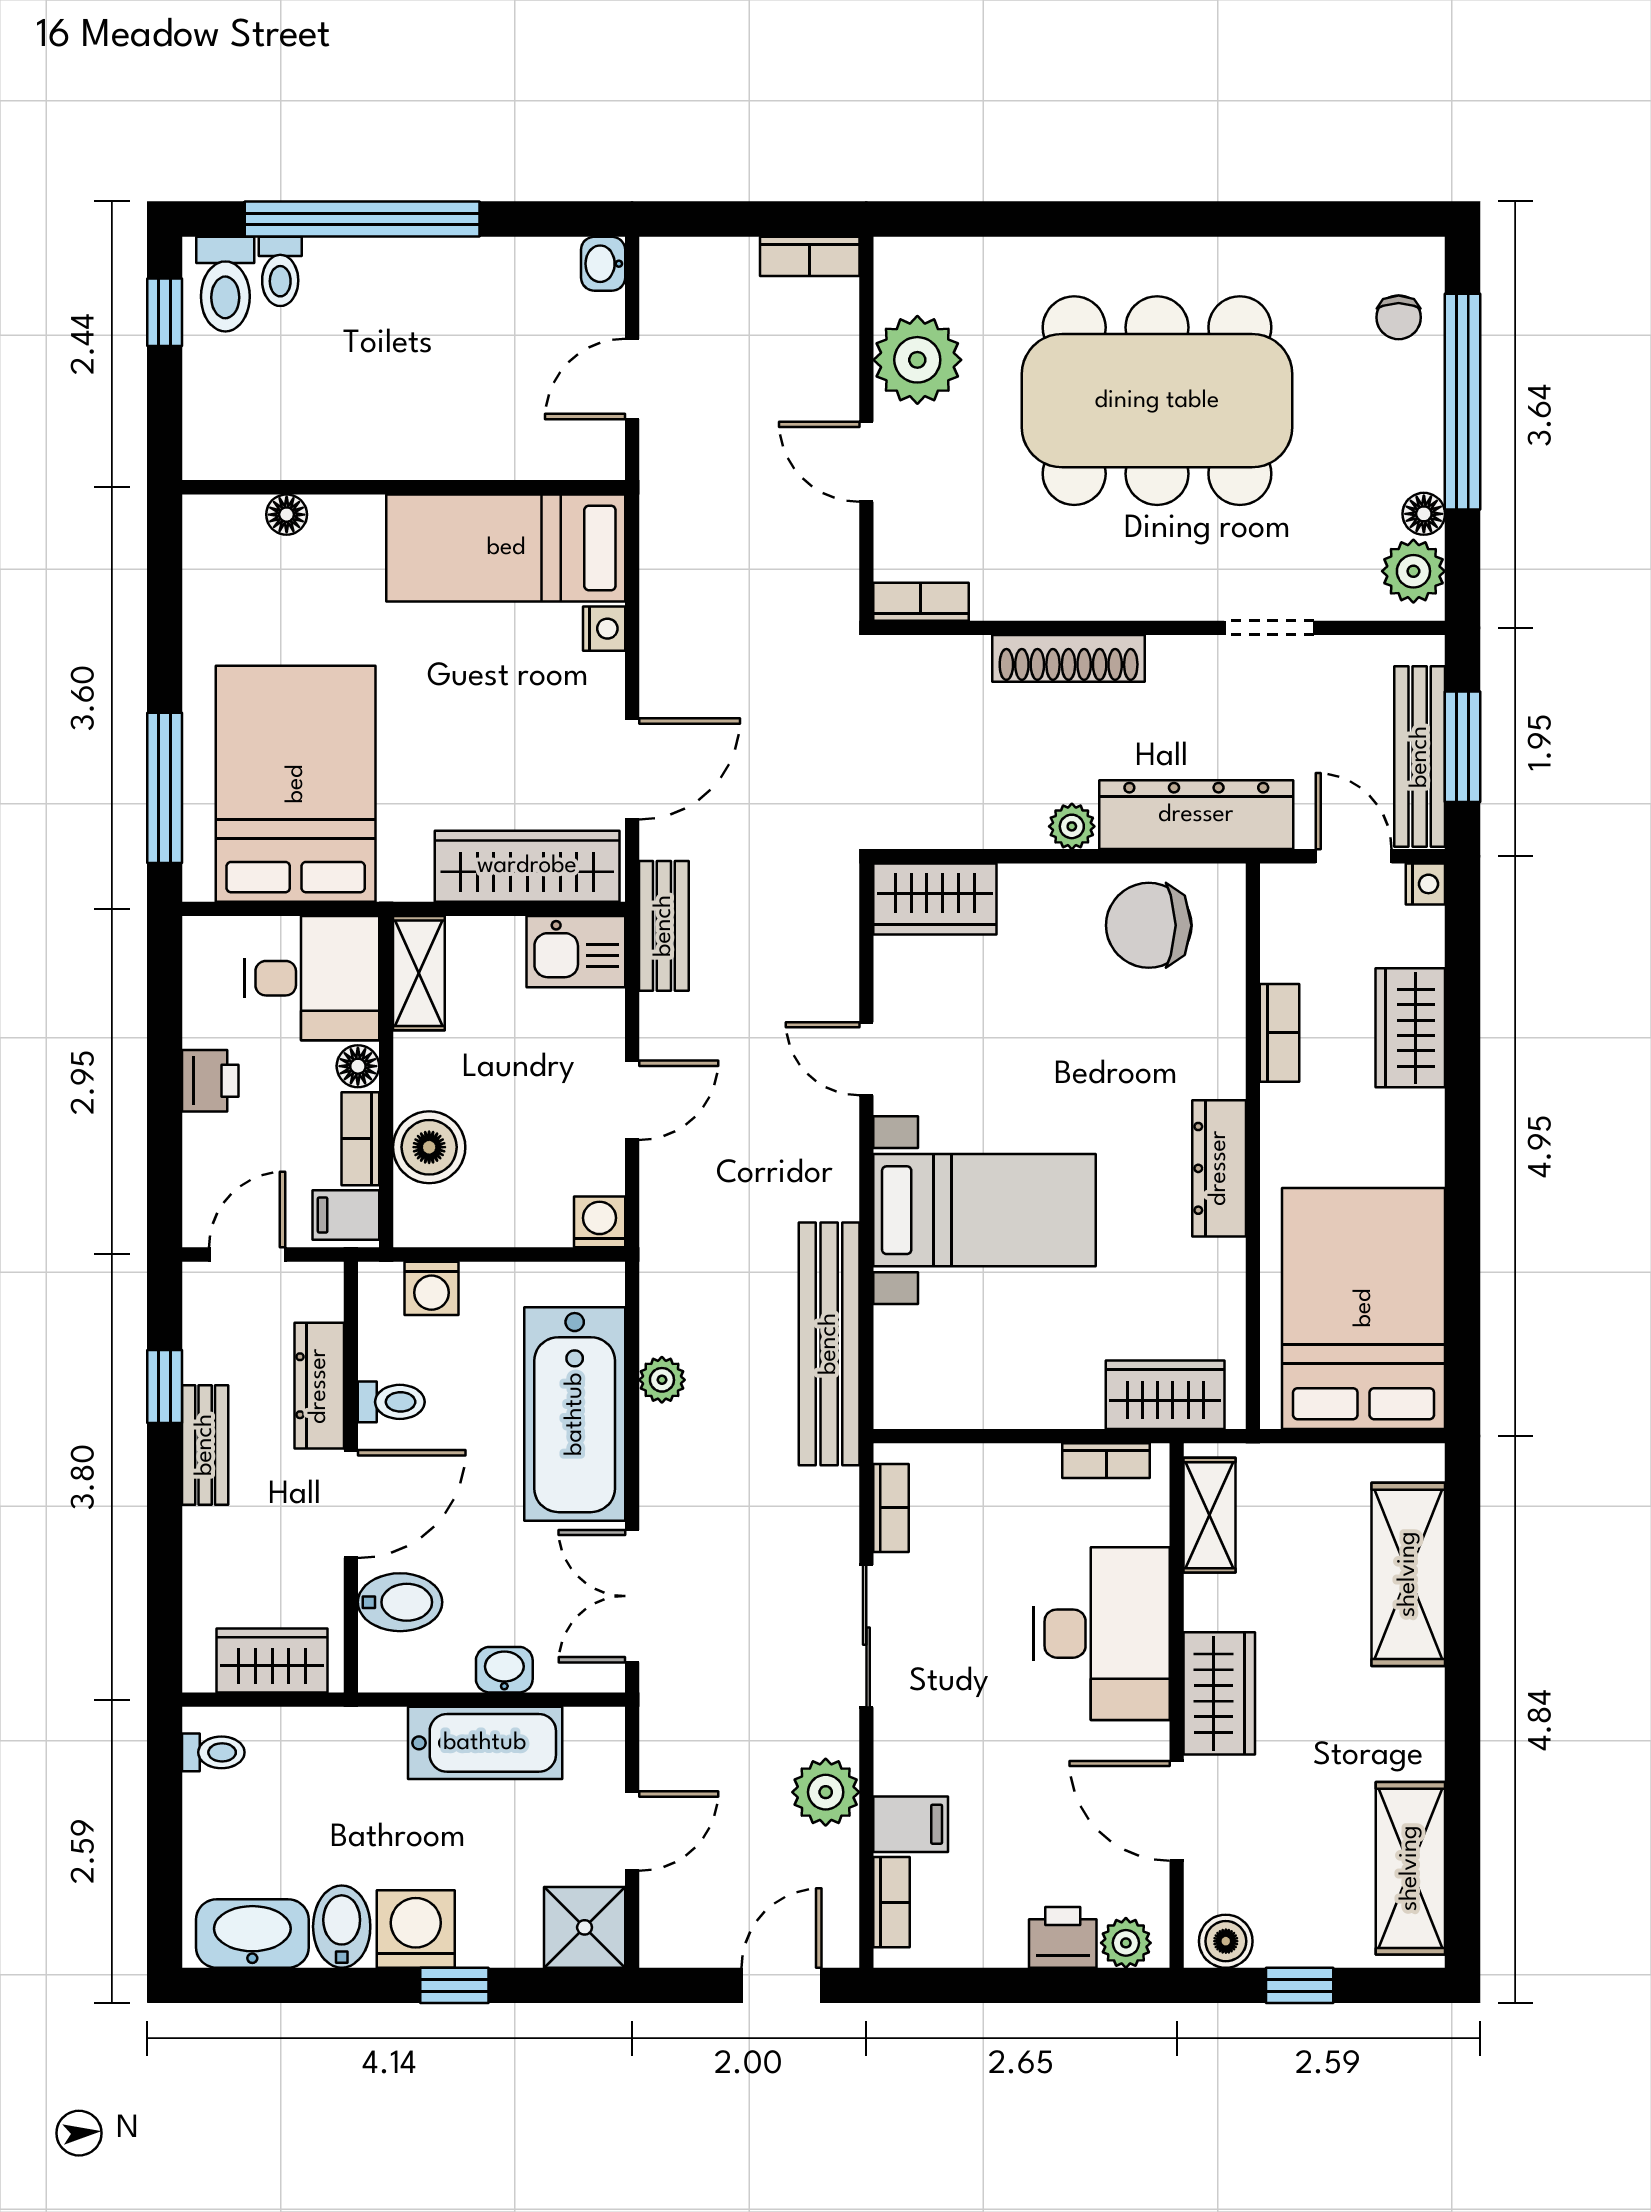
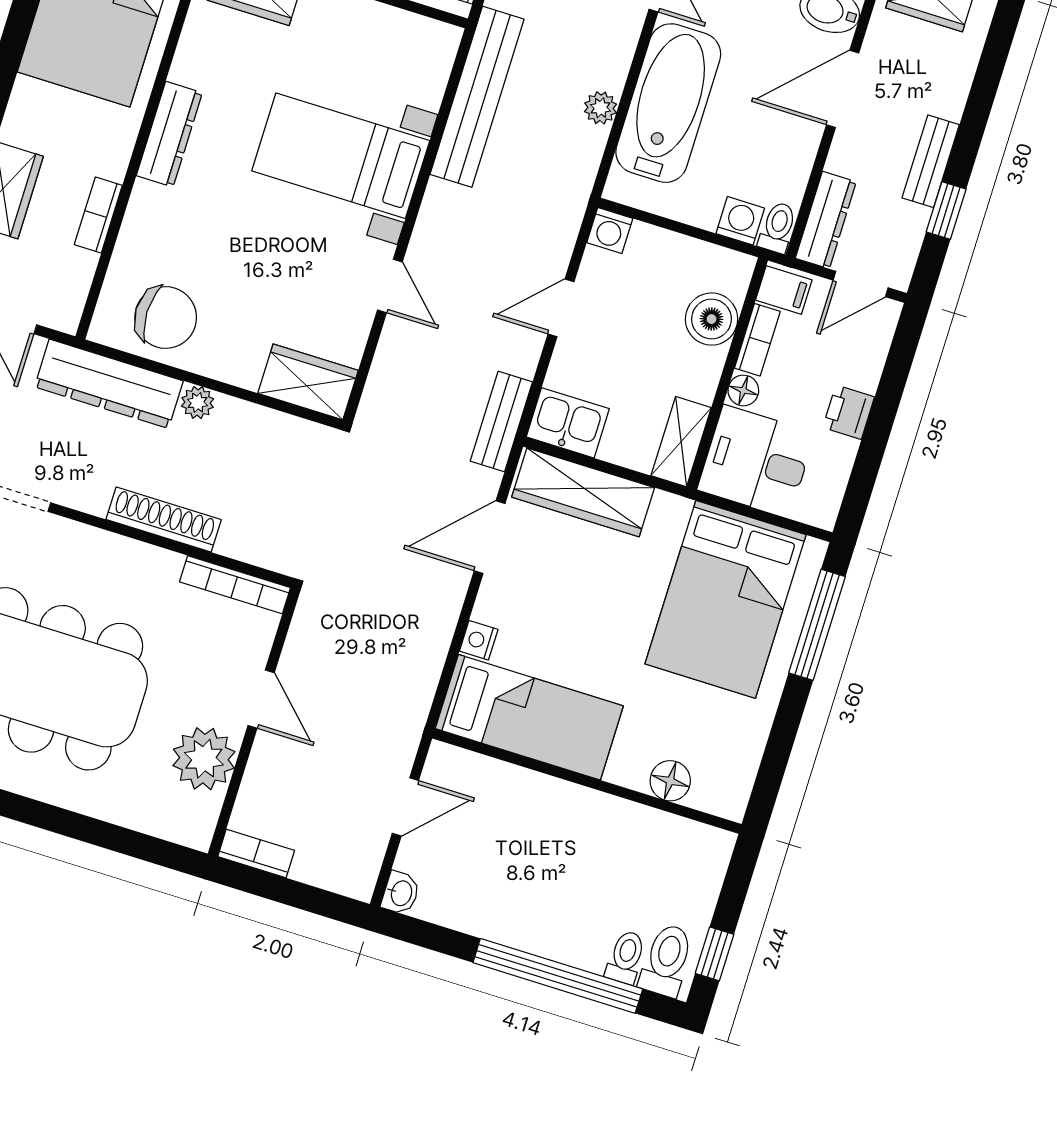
floor lamp: (287, 515) -> (670, 781), width x1.37, depth x1.37
bookcase: (921, 602) -> (235, 585), width x1.56
dresser: (319, 1386) -> (826, 220), moved
toilet: (391, 1402) -> (778, 228), moved, turned 90

